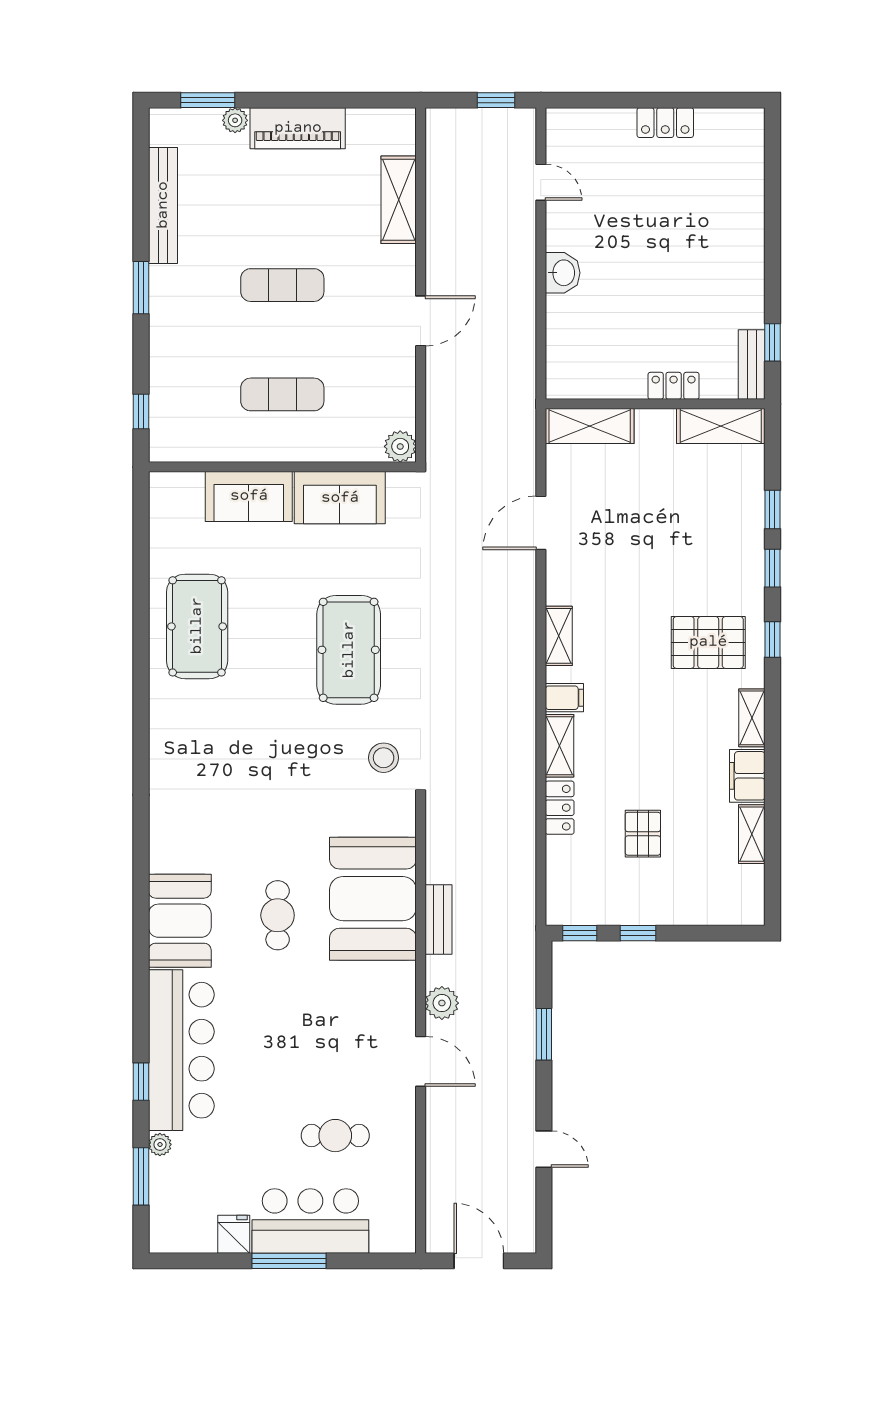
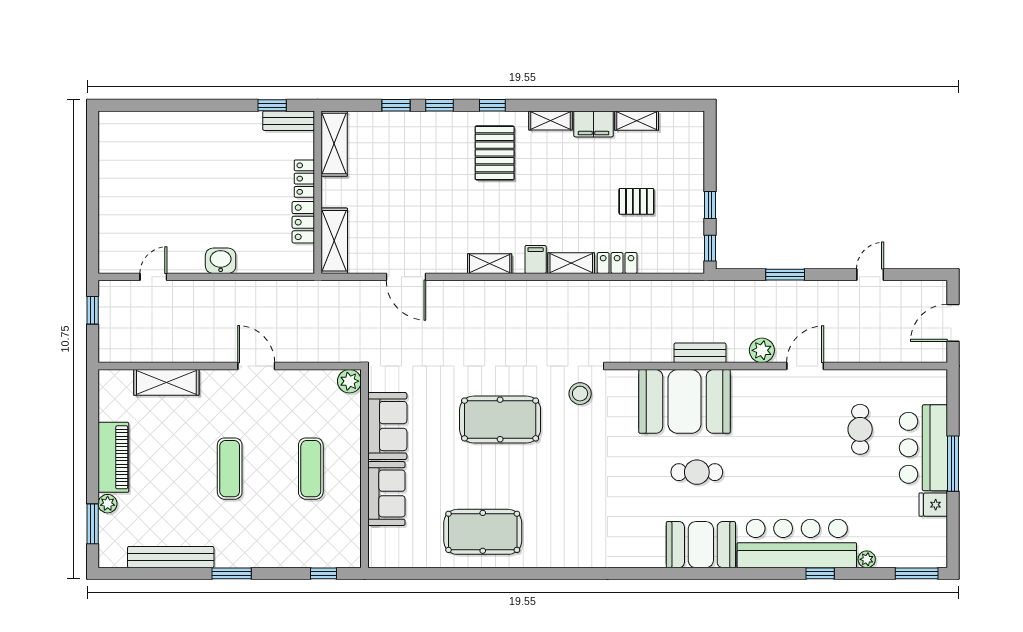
locker: (665, 123) -> (303, 222), moved, turned 180
window: (141, 1176) -> (917, 573), moved

